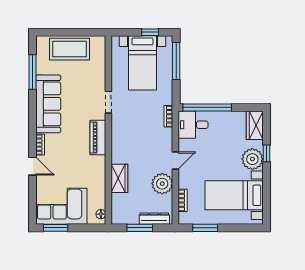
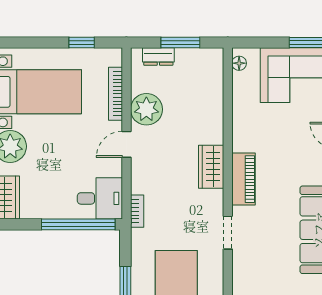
wardrobe: (119, 178) -> (211, 167), moved
bookcase: (183, 200) -> (115, 94), width x1.56
dresser: (154, 219) -> (158, 56), width x0.70
window: (205, 228) -> (82, 42), width x0.67

